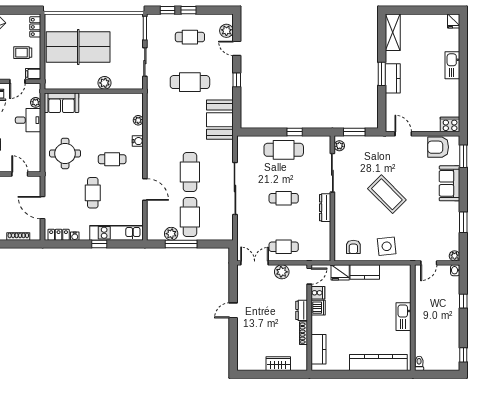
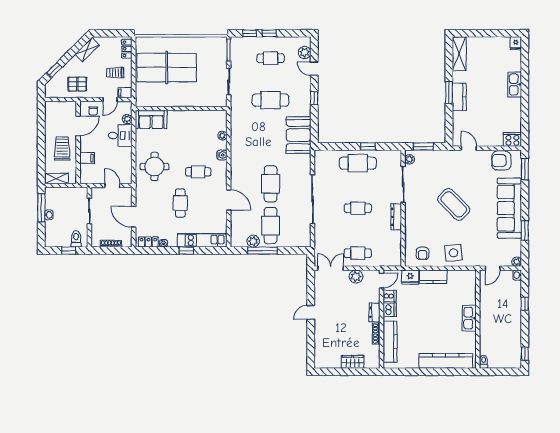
plant: (105, 83) -> (191, 101), removed
sofa: (449, 183) -> (509, 208), width x1.85, depth x1.27
kitchen counter: (318, 349) -> (390, 342), width x1.50

